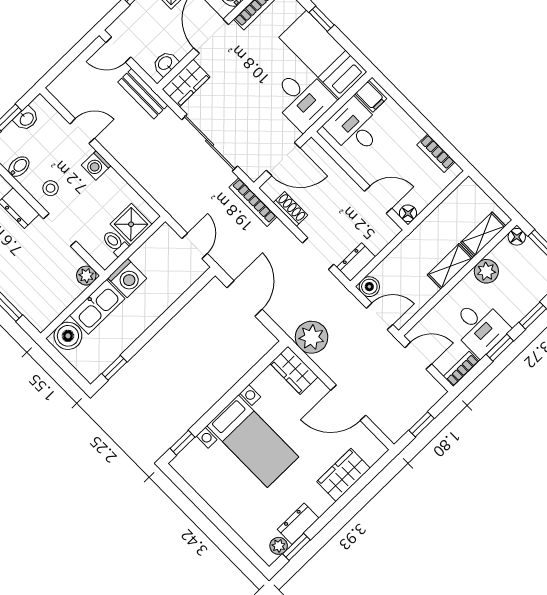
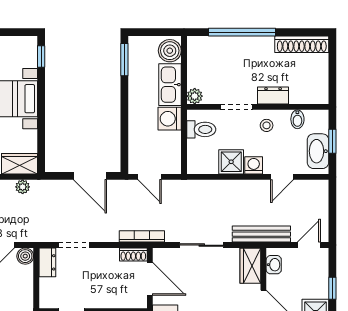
bench: (143, 94) -> (261, 234), width x1.36
washbasin: (26, 119) -> (318, 151), width x1.91, depth x1.45
sliding door: (210, 143) -> (202, 245), width x0.73
door: (283, 159) -> (150, 279), swing flipped
shoe rack: (290, 209) -> (133, 255), moved
shower: (131, 224) -> (231, 162), moved
toilet: (115, 243) -> (201, 129), width x1.37, depth x1.39
plant: (312, 337) -> (23, 187), width x0.53, depth x0.53
window: (114, 368) -> (124, 60), width x1.50

